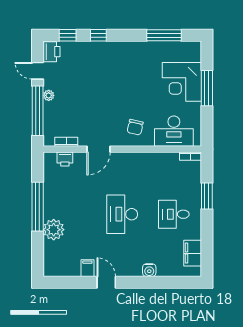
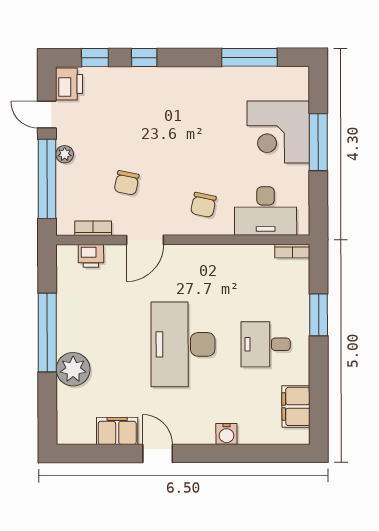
chair: (87, 113) -> (127, 183), added
desk: (122, 214) -> (183, 344), width x1.36, depth x1.30
filing cabinet: (87, 268) -> (117, 431), width x2.00

